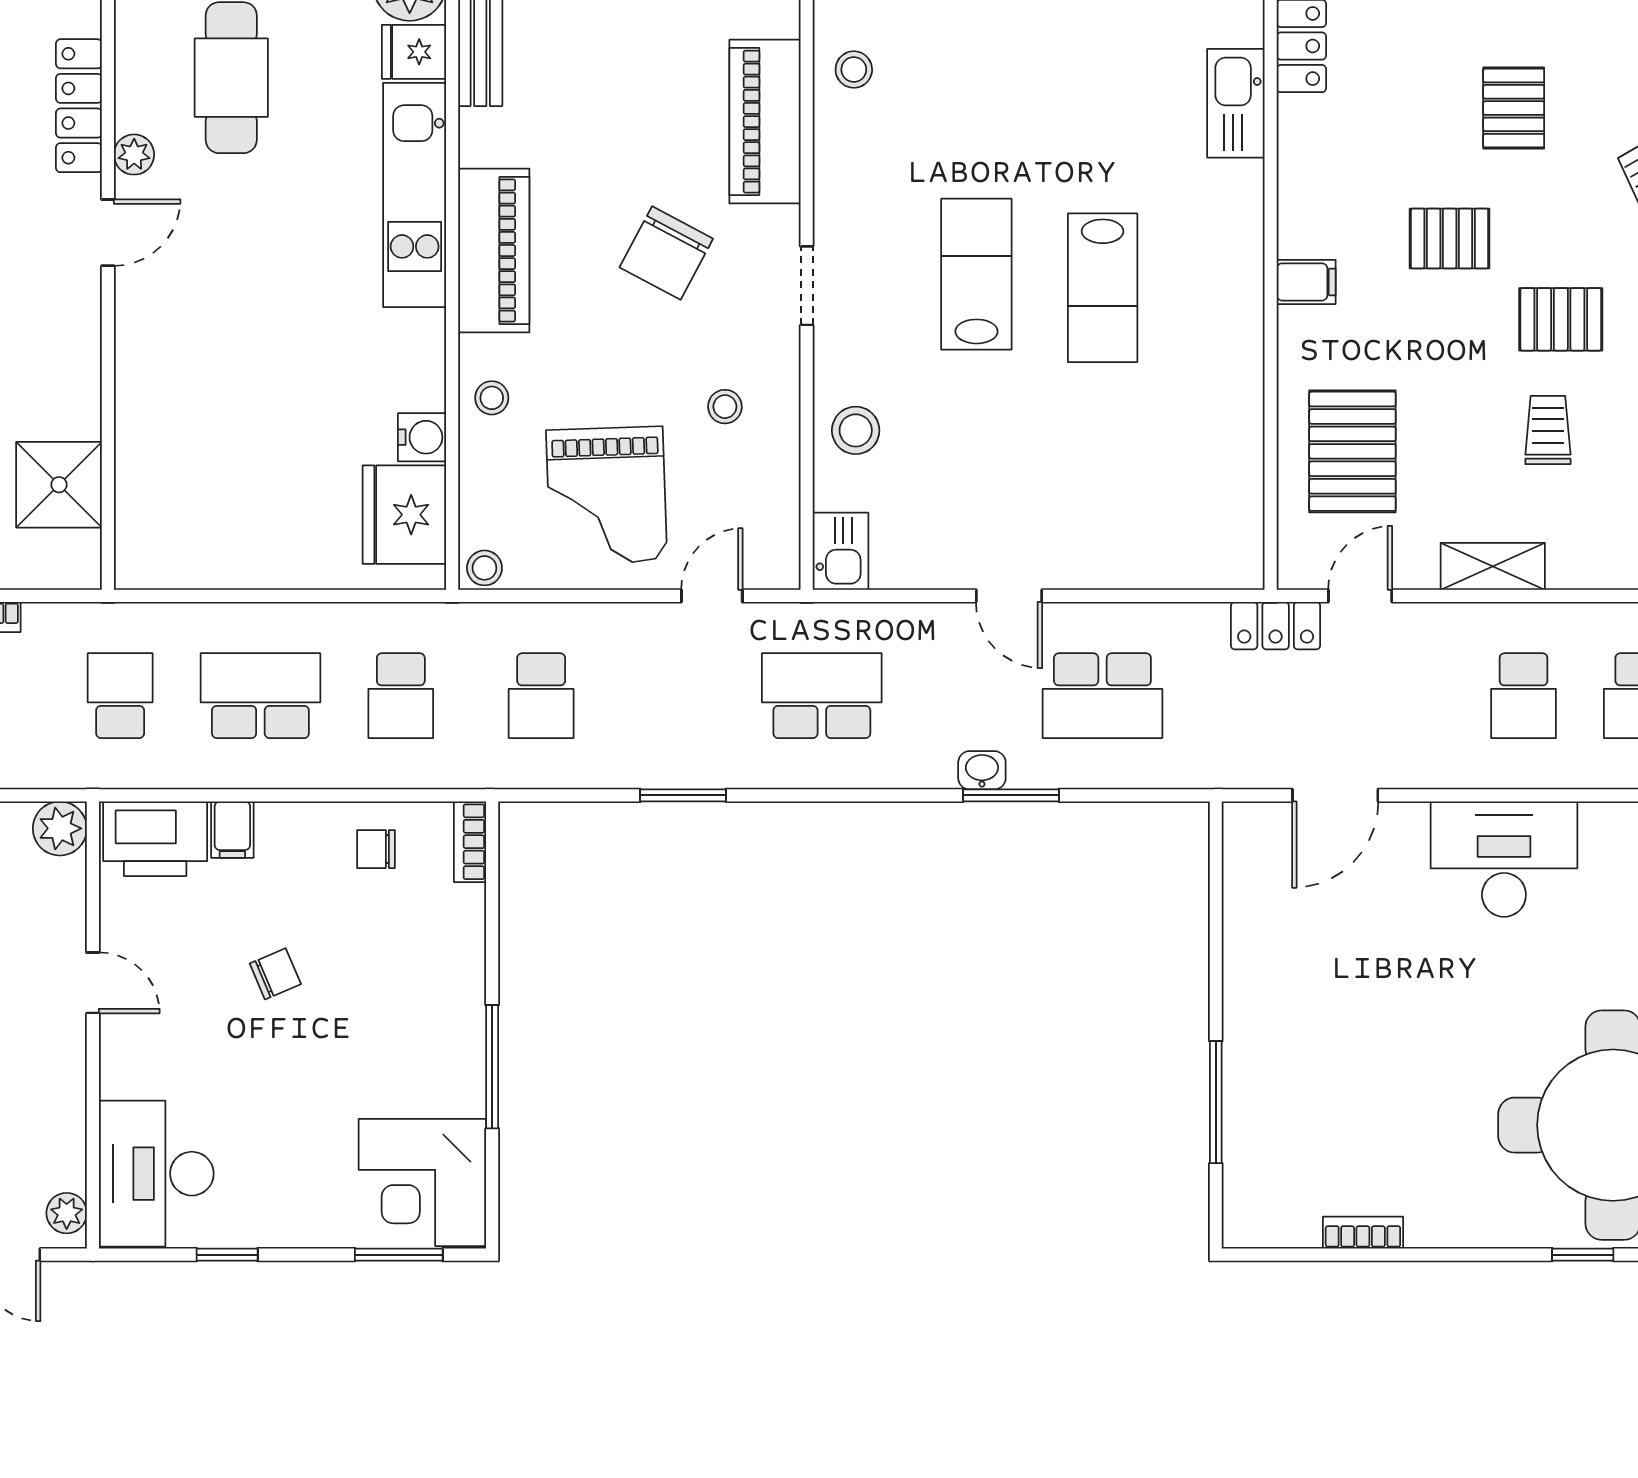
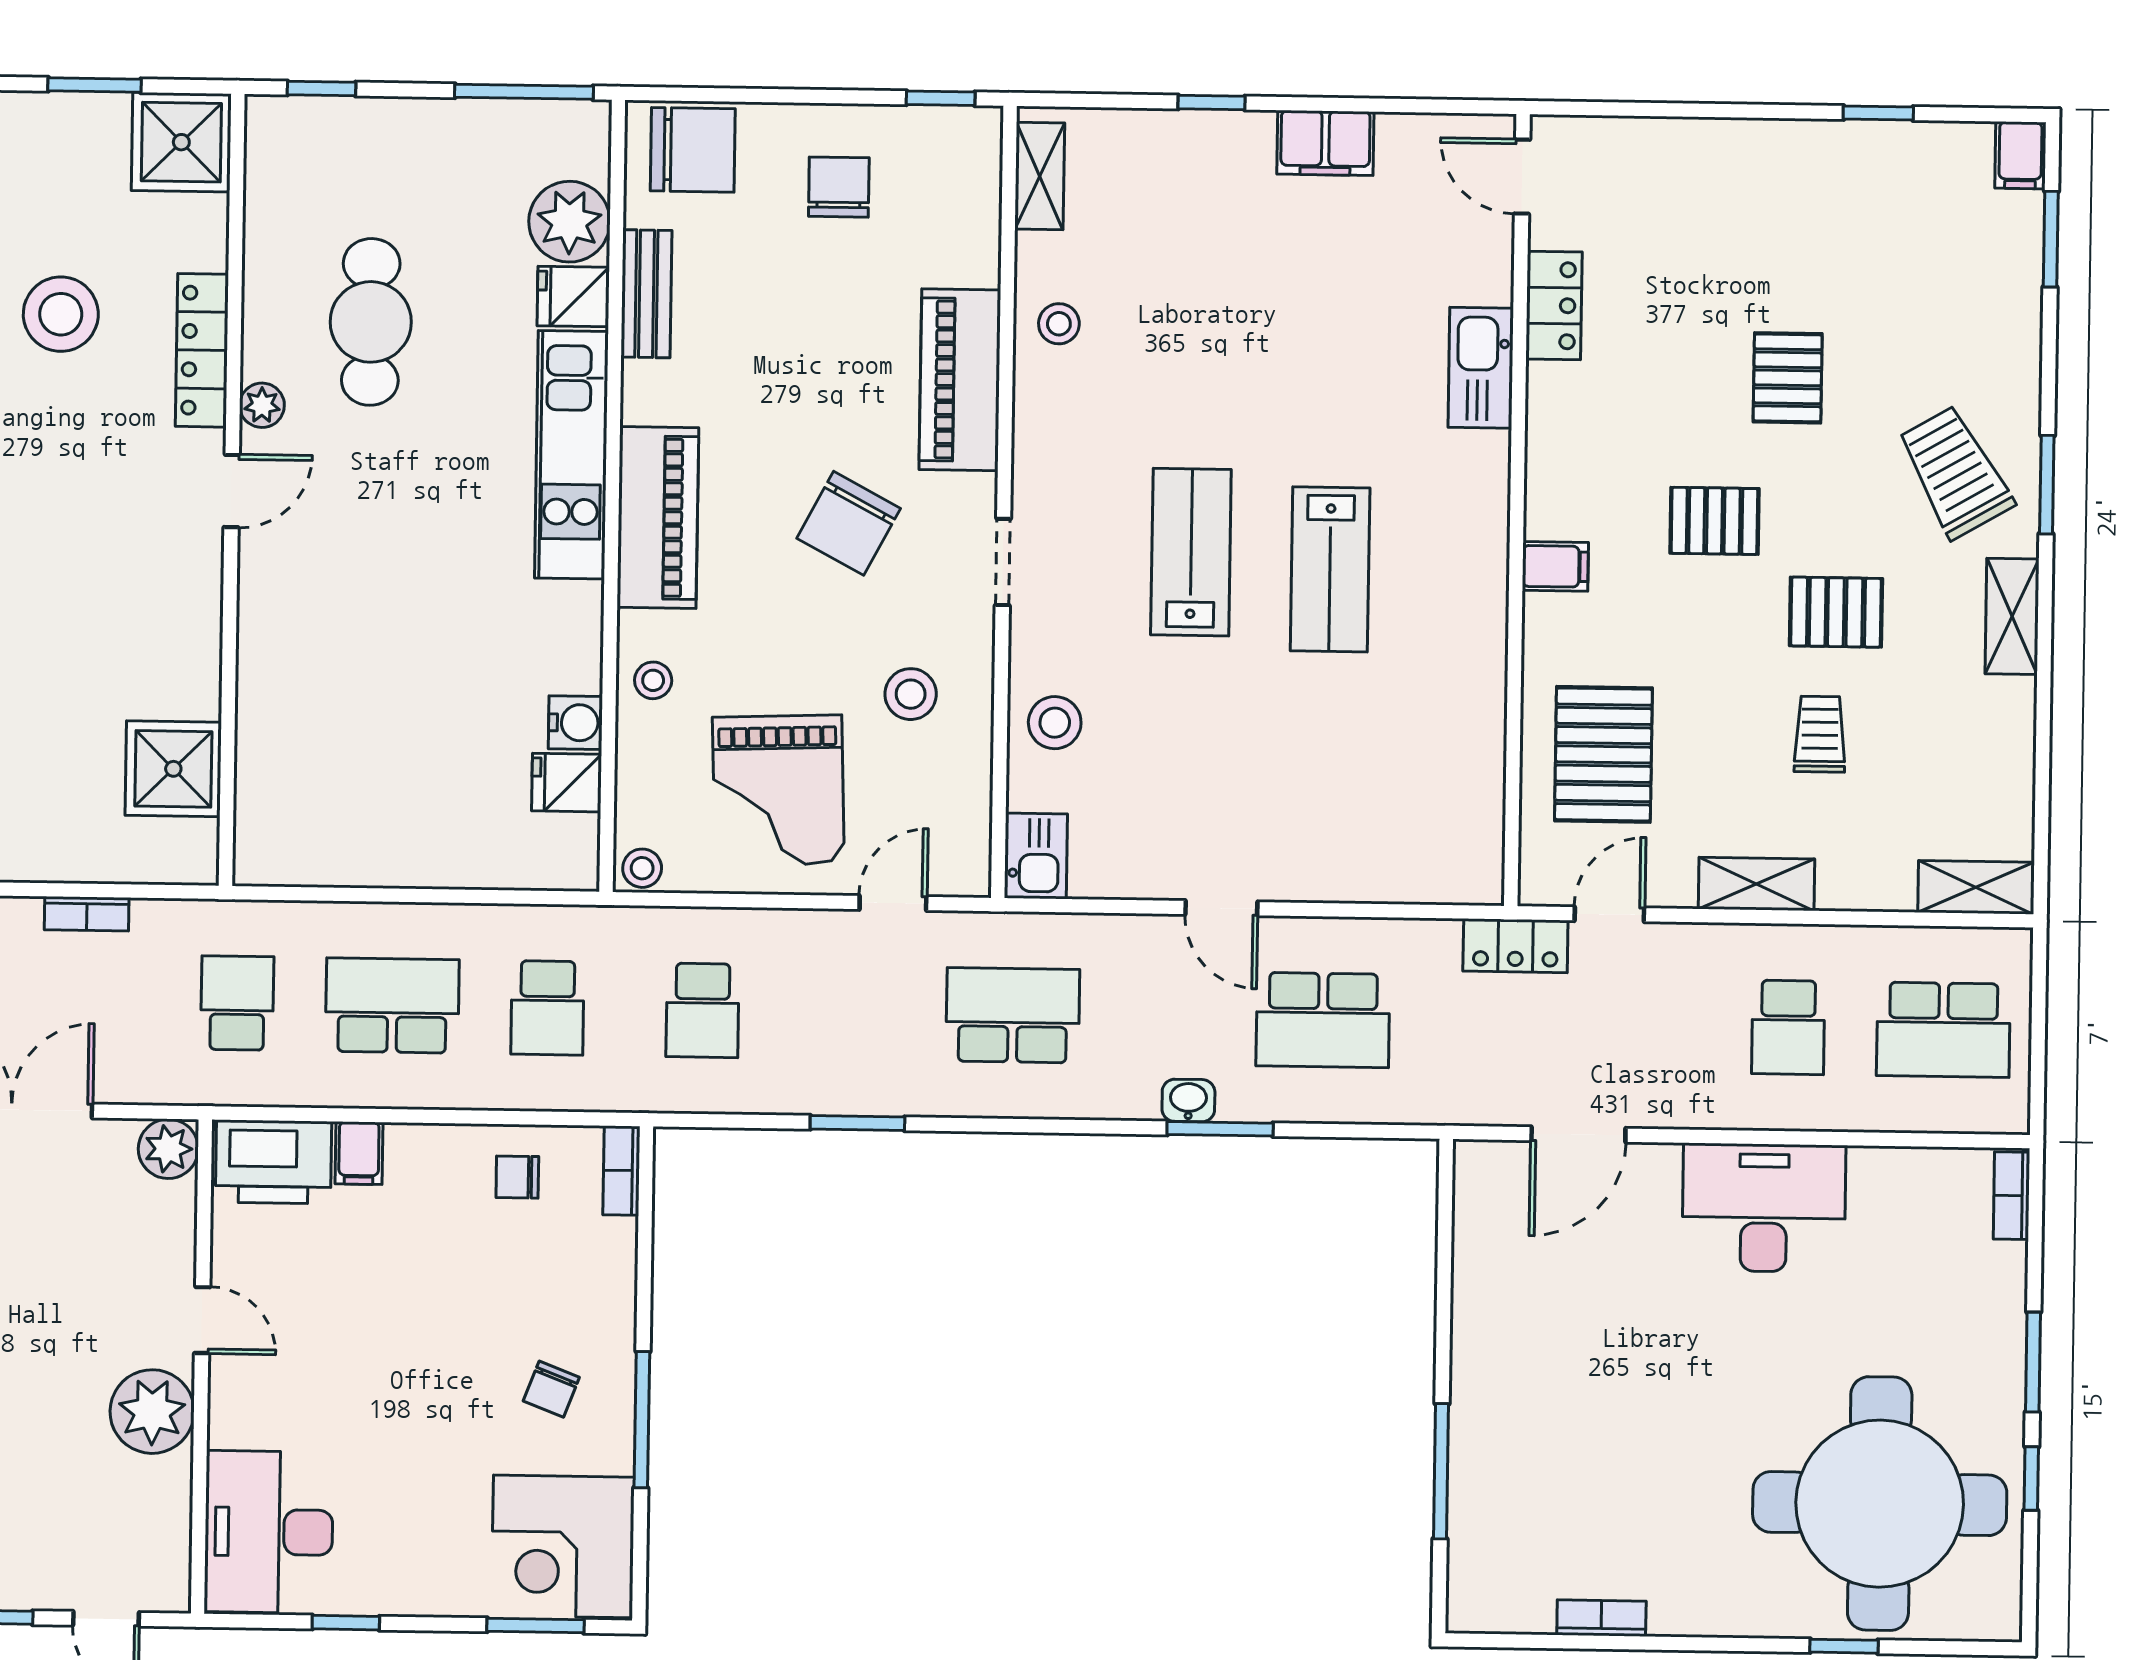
stool: (725, 407) -> (911, 694), width x1.37, depth x1.37
fridge: (404, 515) -> (567, 783), width x0.53, depth x0.75
chair: (275, 974) -> (551, 1389), moved, turned 134
plant: (67, 1213) -> (152, 1412), moved, width x1.88, depth x1.88

